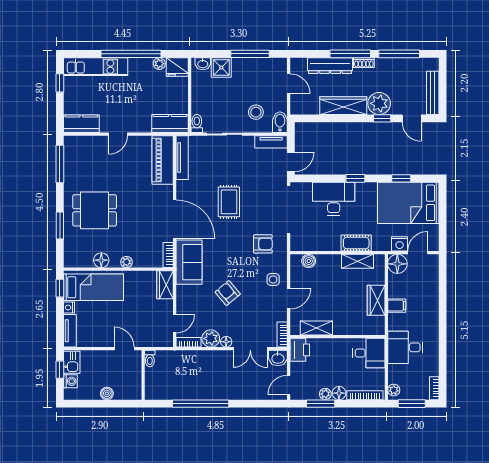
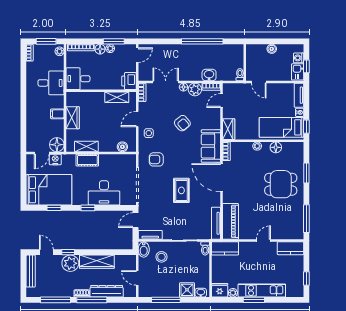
window: (131, 54) -> (254, 300), width x0.47
kitchen unit: (96, 67) -> (262, 290), moved
washbasin: (278, 358) -> (209, 75), moved

